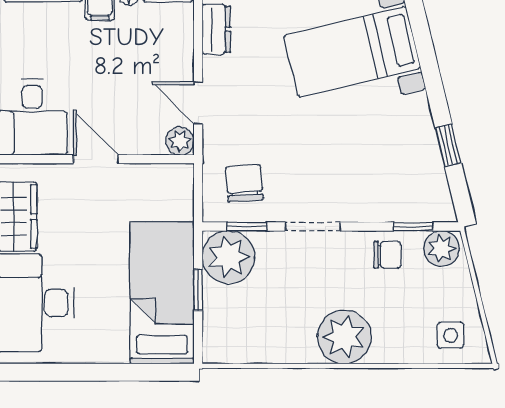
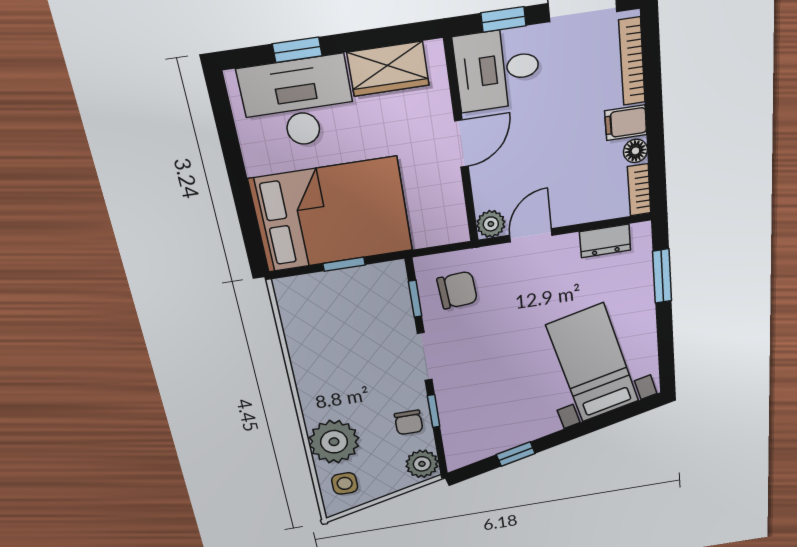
window: (413, 227) -> (434, 411), moved
plant: (229, 257) -> (382, 287), removed
bed: (162, 293) -> (332, 215), width x1.50
plant: (344, 337) -> (334, 442), moved

